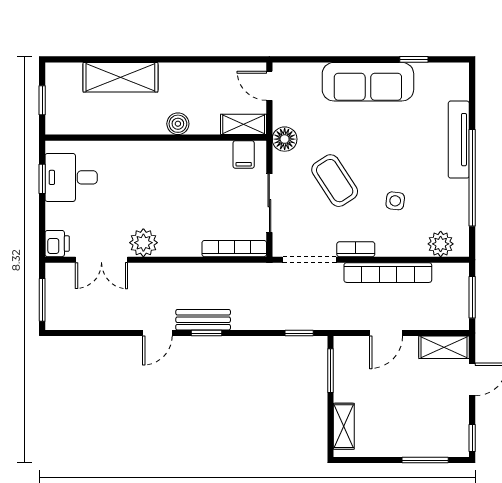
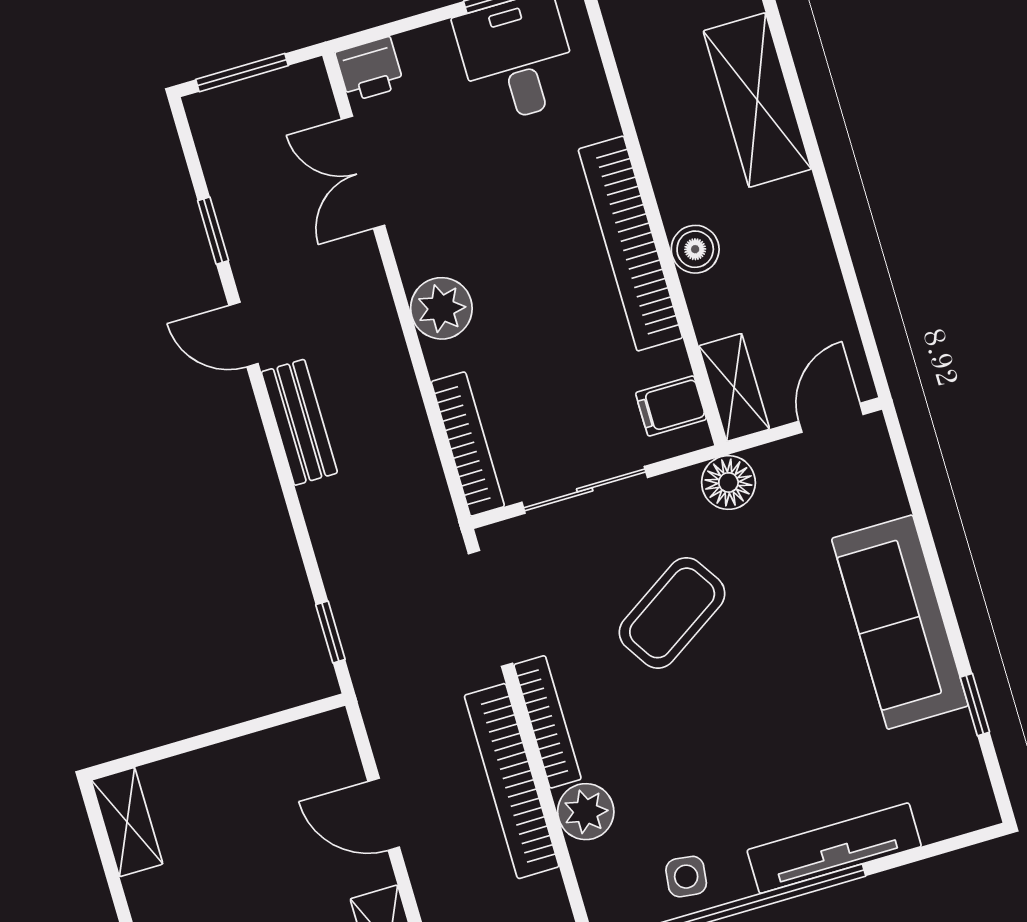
bookcase: (167, 151) -> (630, 244), added
side table: (395, 201) -> (686, 877), moved
plant: (143, 243) -> (441, 308), moved
plant: (441, 244) -> (586, 812), moved
bookcase: (356, 249) -> (548, 722), width x1.56
window: (207, 333) -> (213, 231), moved
window: (330, 371) -> (271, 721), removed
shelving: (344, 426) -> (127, 822), moved, turned 90

